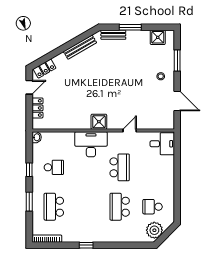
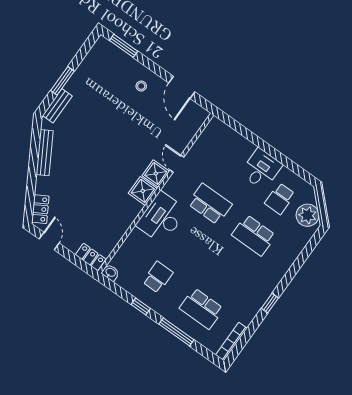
shower: (158, 37) -> (156, 173), moved
window: (177, 61) -> (124, 46), moved
door: (177, 101) -> (182, 87), swing flipped
locker: (37, 108) -> (91, 257), moved
desk: (162, 144) -> (261, 169), moved
window: (29, 202) -> (176, 332), width x1.44

